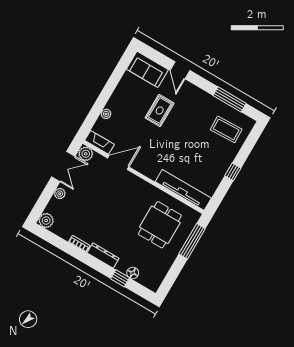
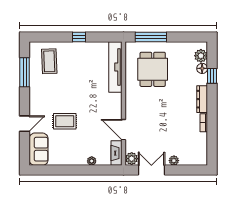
plant: (46, 220) -> (201, 56), moved
dining table: (160, 225) -> (153, 69), turned 90

